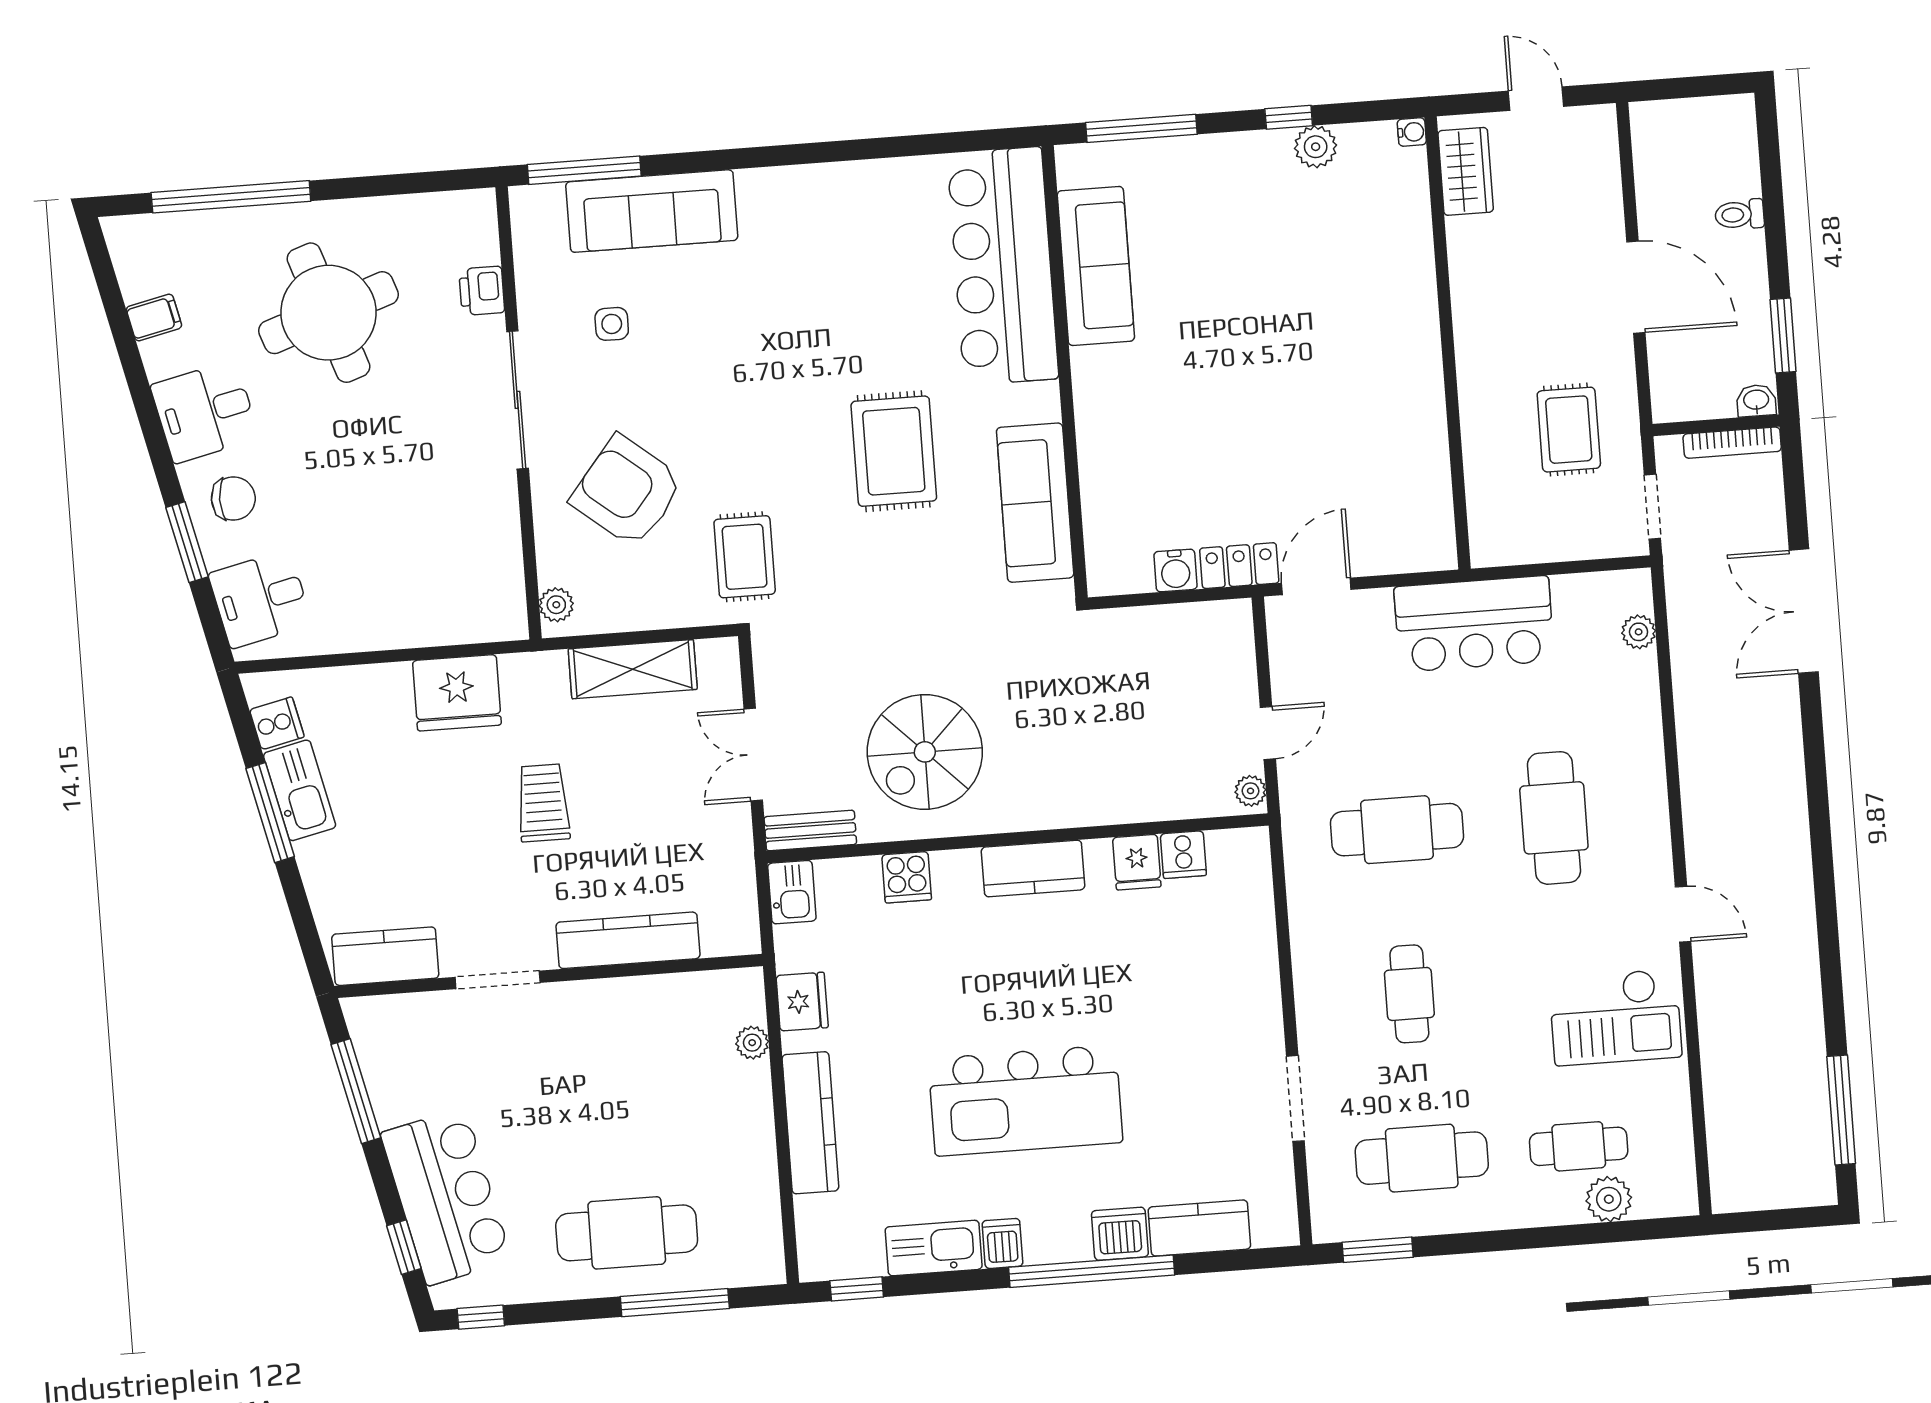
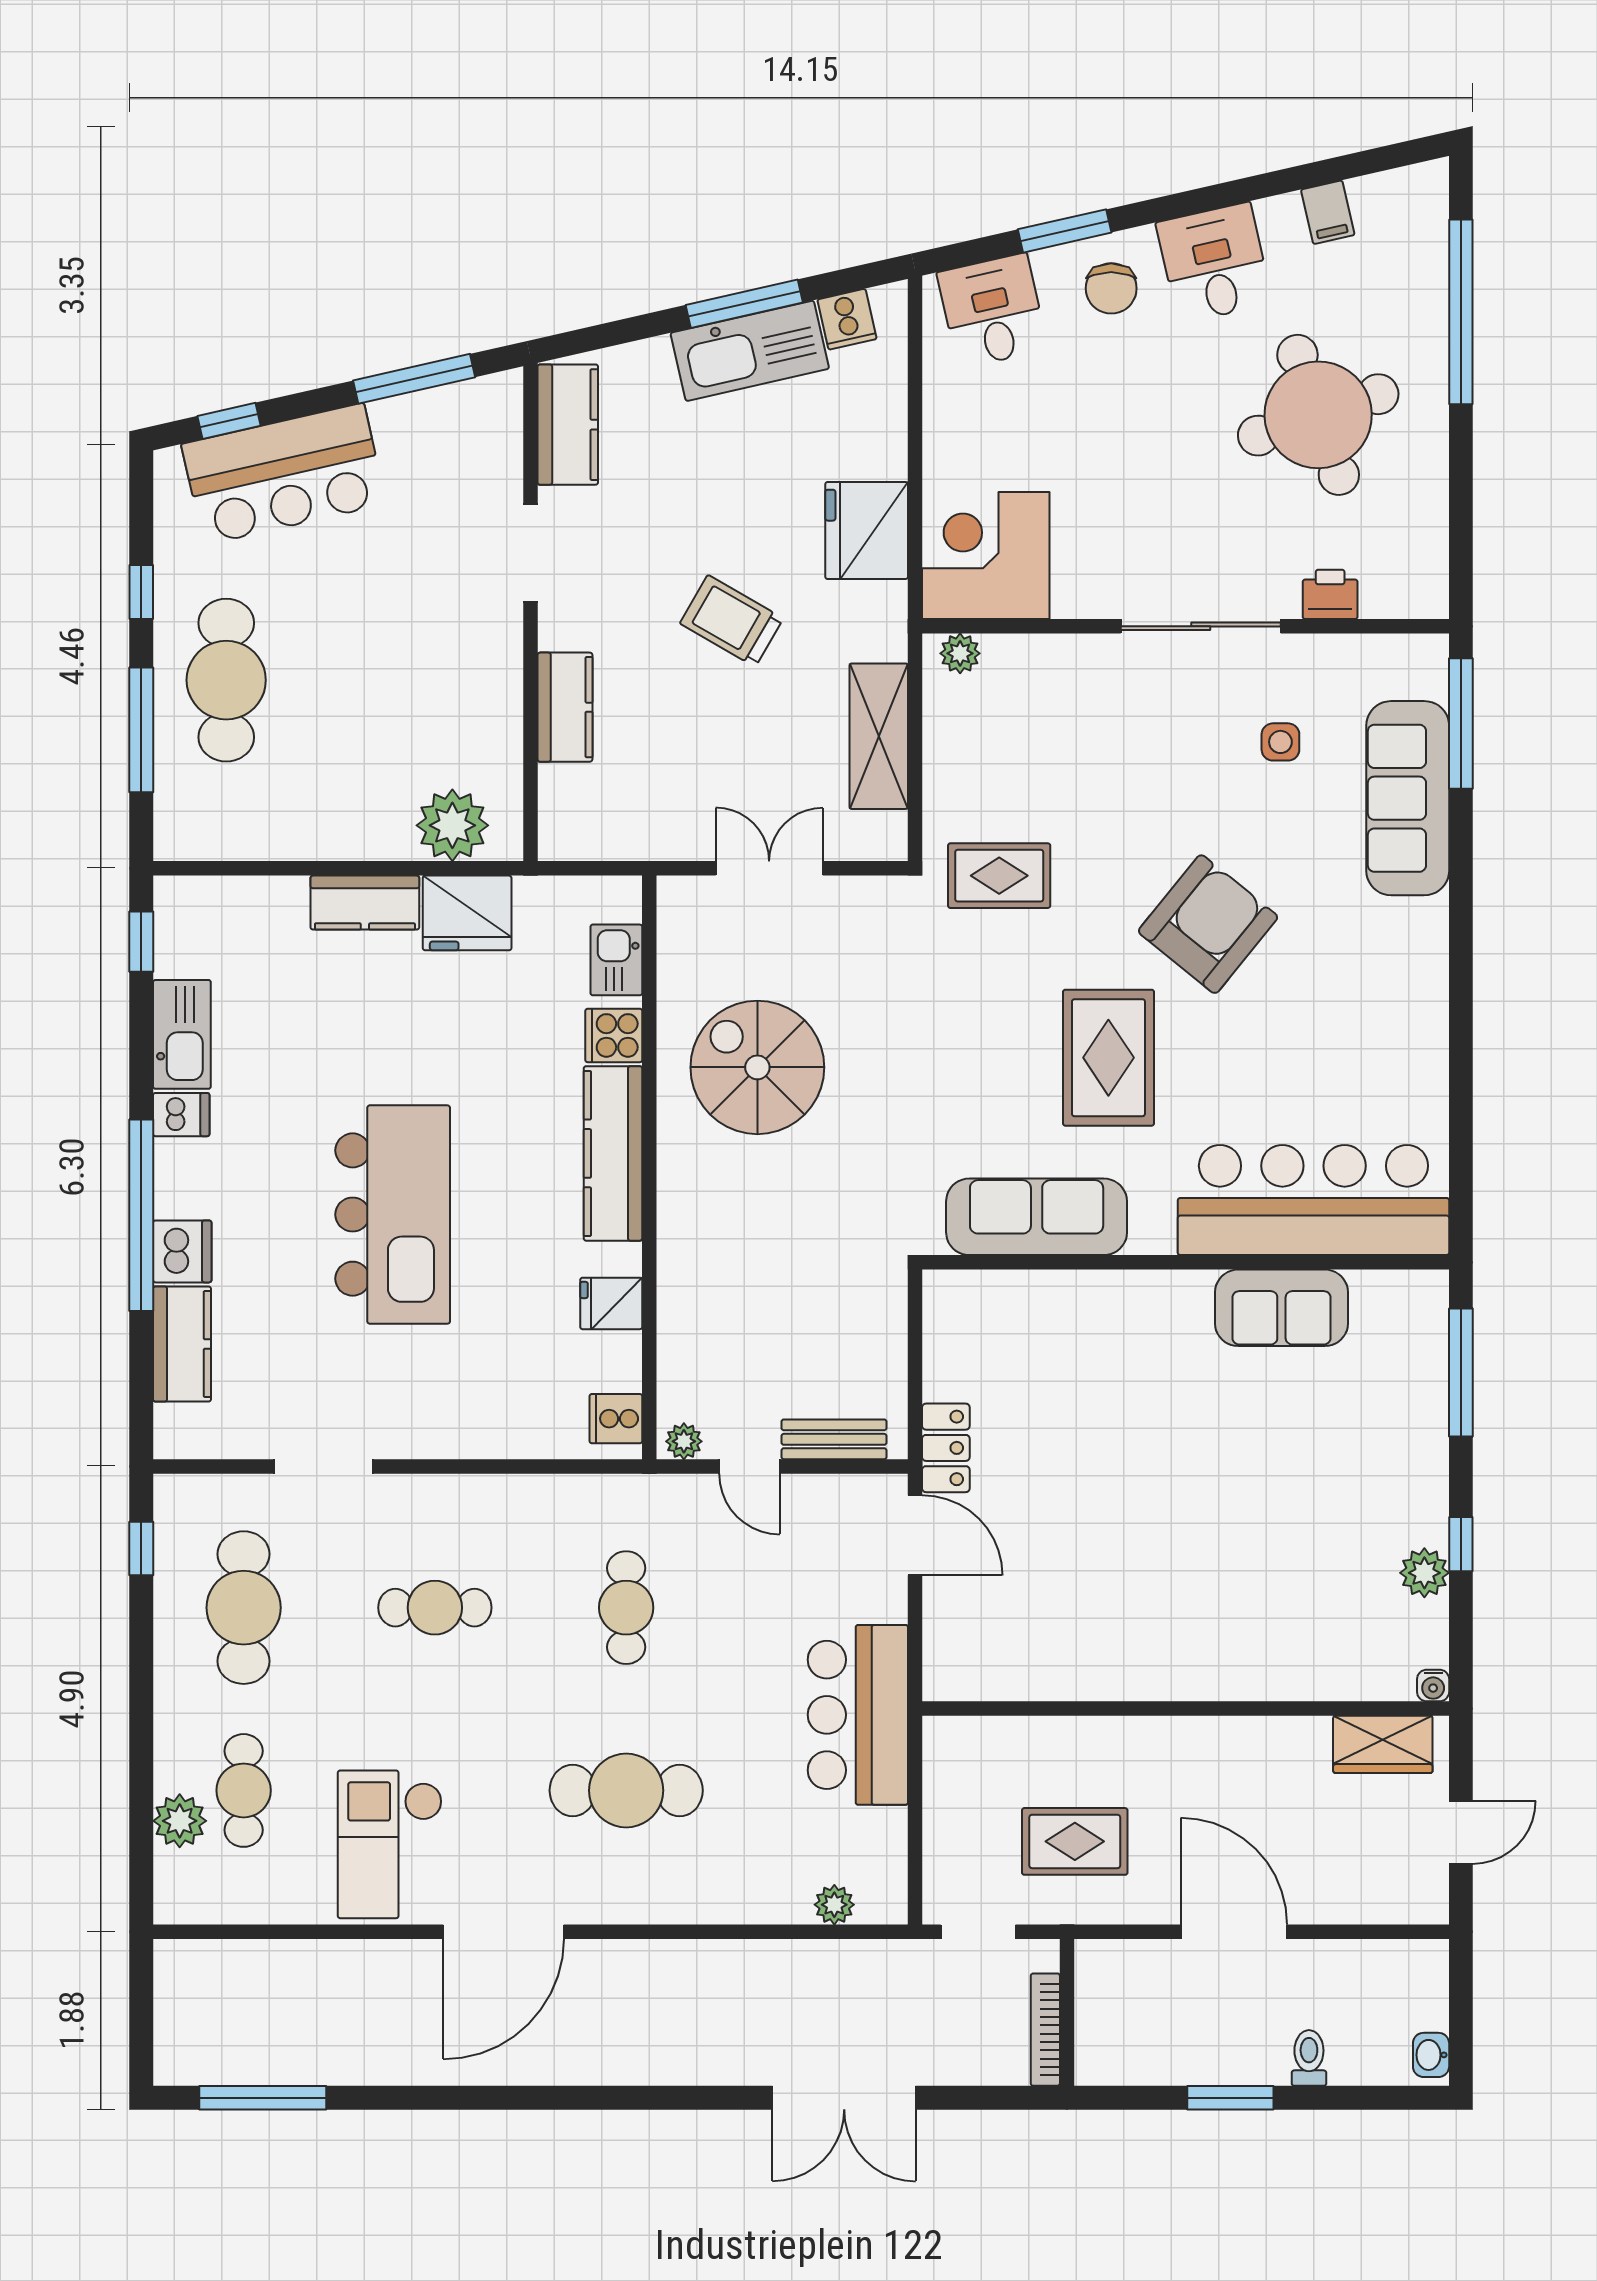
sofa: (1096, 266) -> (1281, 1308), width x0.73
door: (1636, 287) -> (1234, 1932), swing flipped
window: (1783, 335) -> (1230, 2098), moved
washbasin: (1756, 401) -> (1431, 2055), moved, turned 180
rug: (894, 451) -> (1108, 1058), turned 90
armchair: (627, 491) -> (1208, 924), moved
water cooler: (1175, 570) -> (946, 1374), removed
corner desk: (471, 589) -> (986, 555), added
double door: (1804, 611) -> (844, 2098), swing flipped
kitchen sink: (300, 790) -> (750, 351), width x1.36, depth x1.24
trolley: (543, 803) -> (732, 621), turned -150
bench: (810, 830) -> (834, 1439), moved, turned 90
cafe table: (1397, 830) -> (626, 1608), width x0.73, depth x0.74
cooker: (1183, 855) -> (616, 1419), moved
kitchen counter: (1033, 868) -> (613, 1153), width x1.50
kitchen sink: (792, 892) -> (616, 960), moved, turned 90
door: (1683, 914) -> (503, 1932), width x1.88
kitchen counter: (628, 940) -> (565, 707), width x0.67
fridge: (802, 1002) -> (467, 913), width x1.36, depth x1.34
plant: (752, 1043) -> (452, 825), width x1.88, depth x1.88
kitchen island: (1026, 1101) -> (393, 1215), moved, turned 180
kitchen counter: (810, 1123) -> (365, 903), width x0.67
window: (1378, 1250) -> (141, 1548), width x0.67
window: (481, 1317) -> (141, 592), moved

